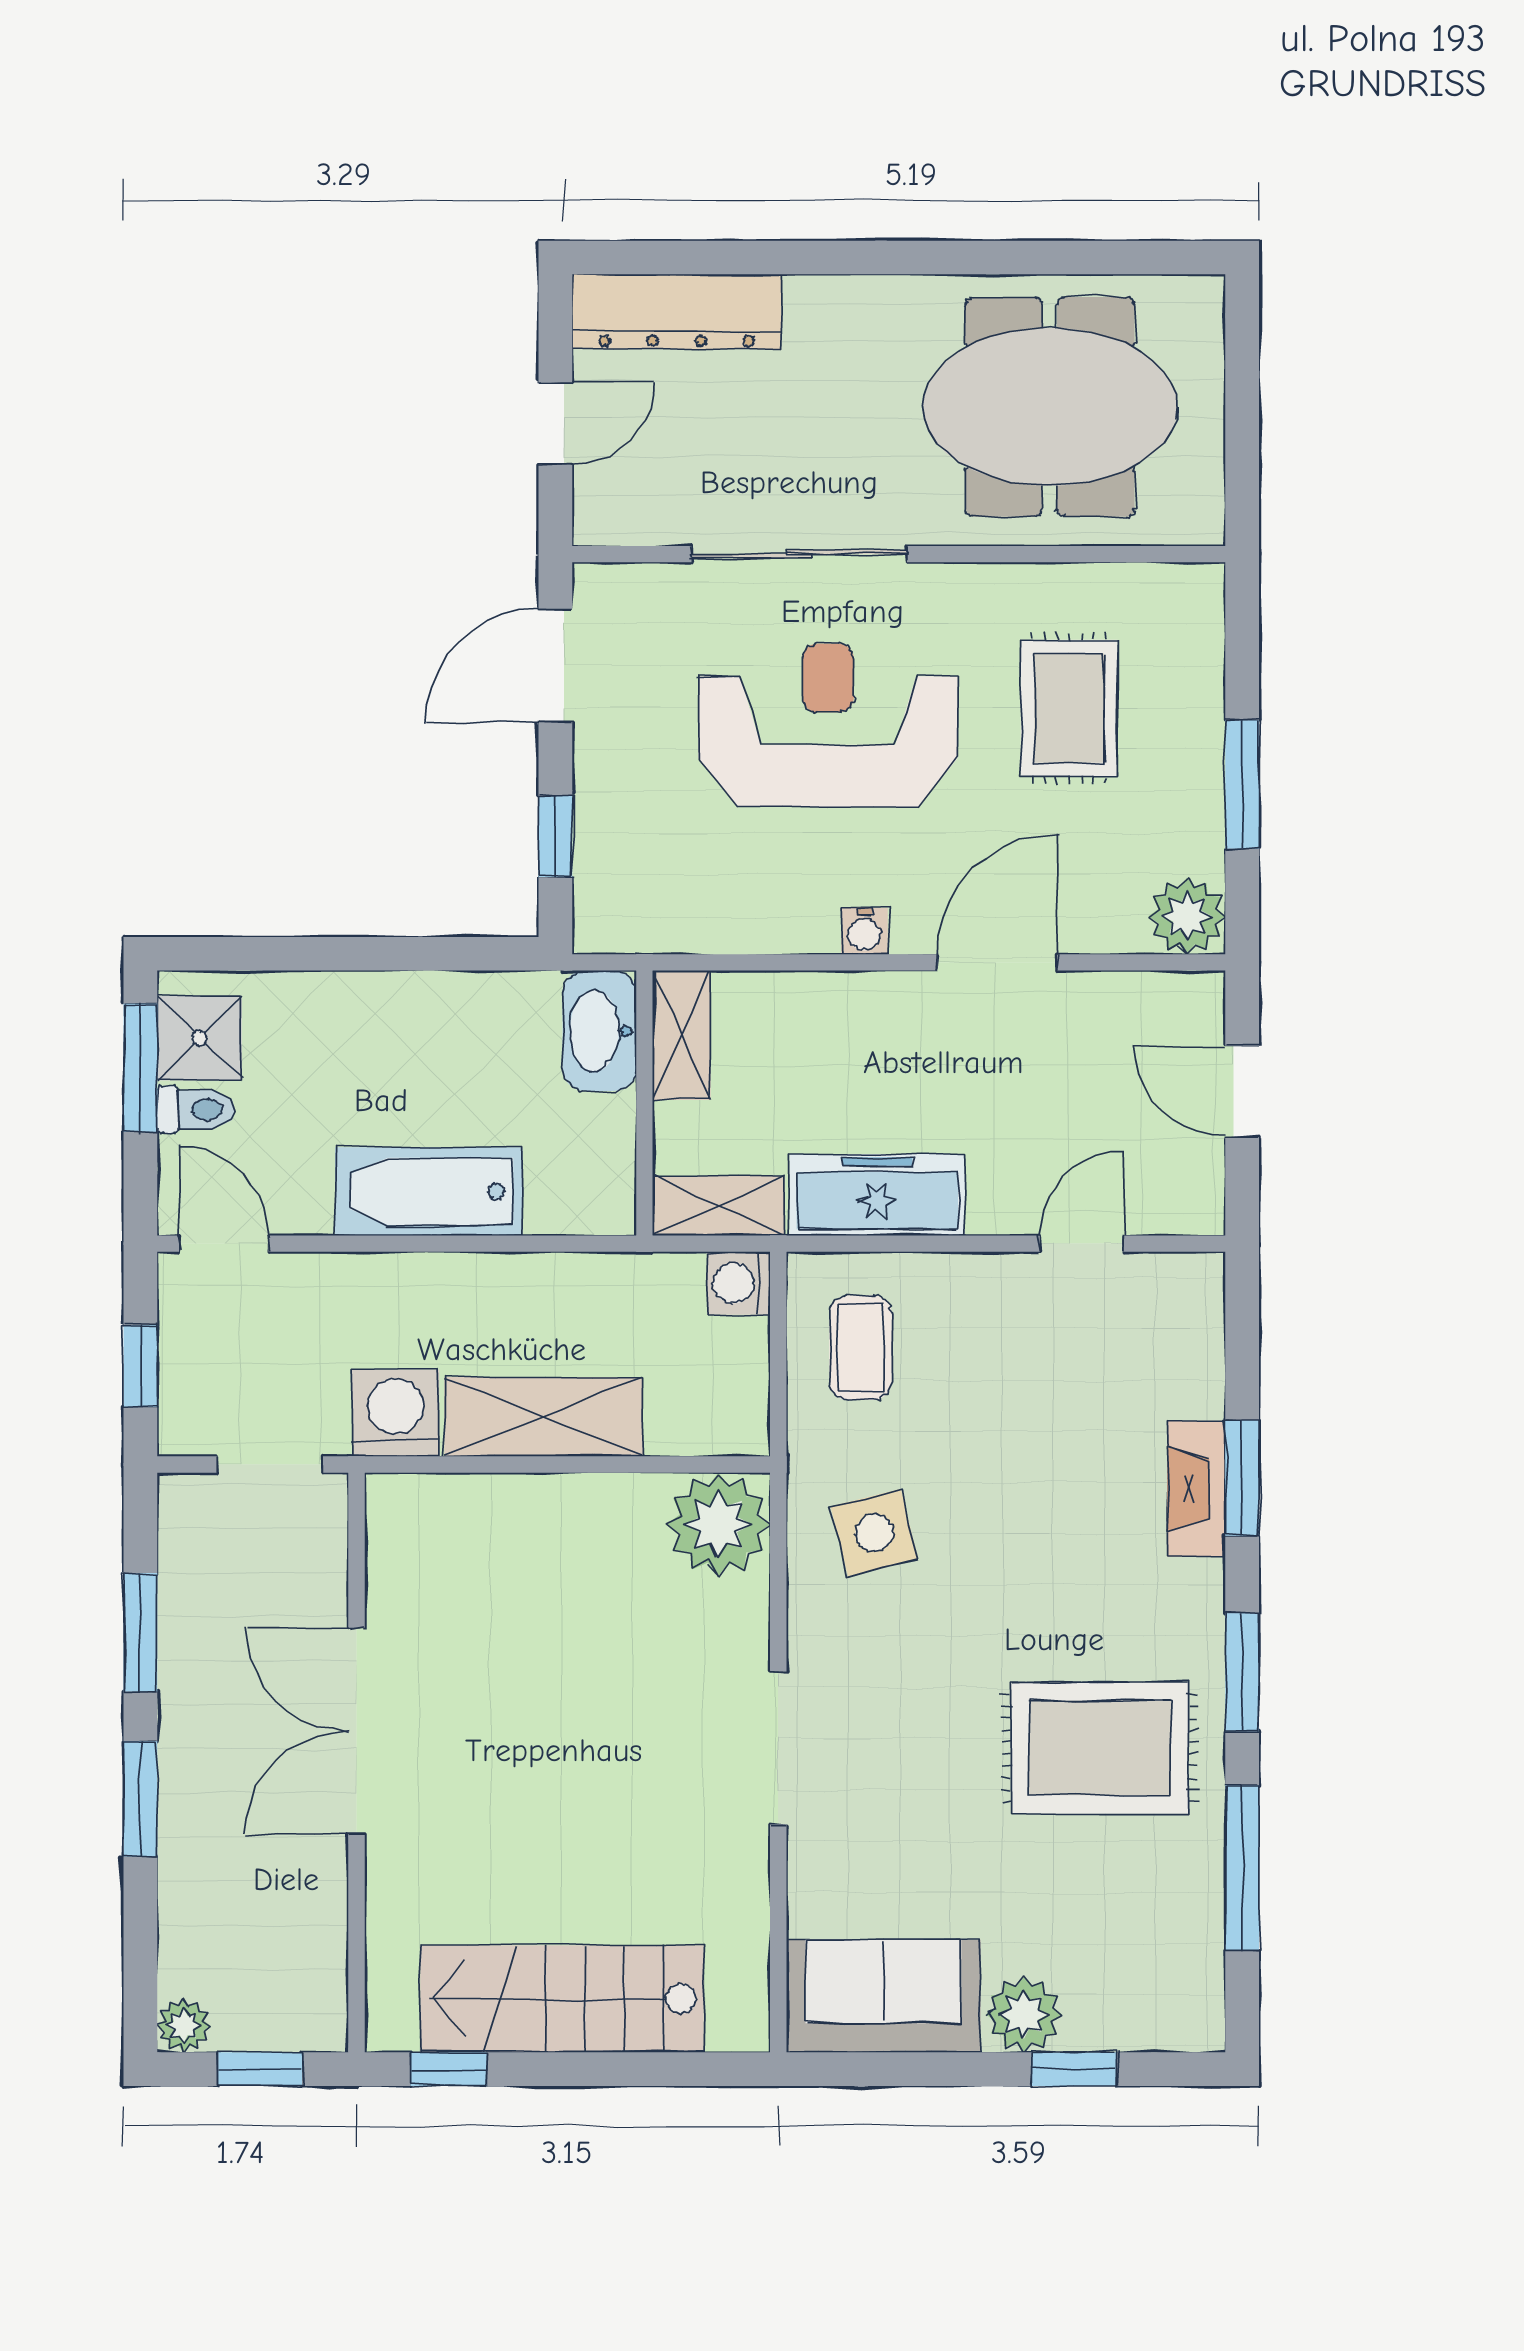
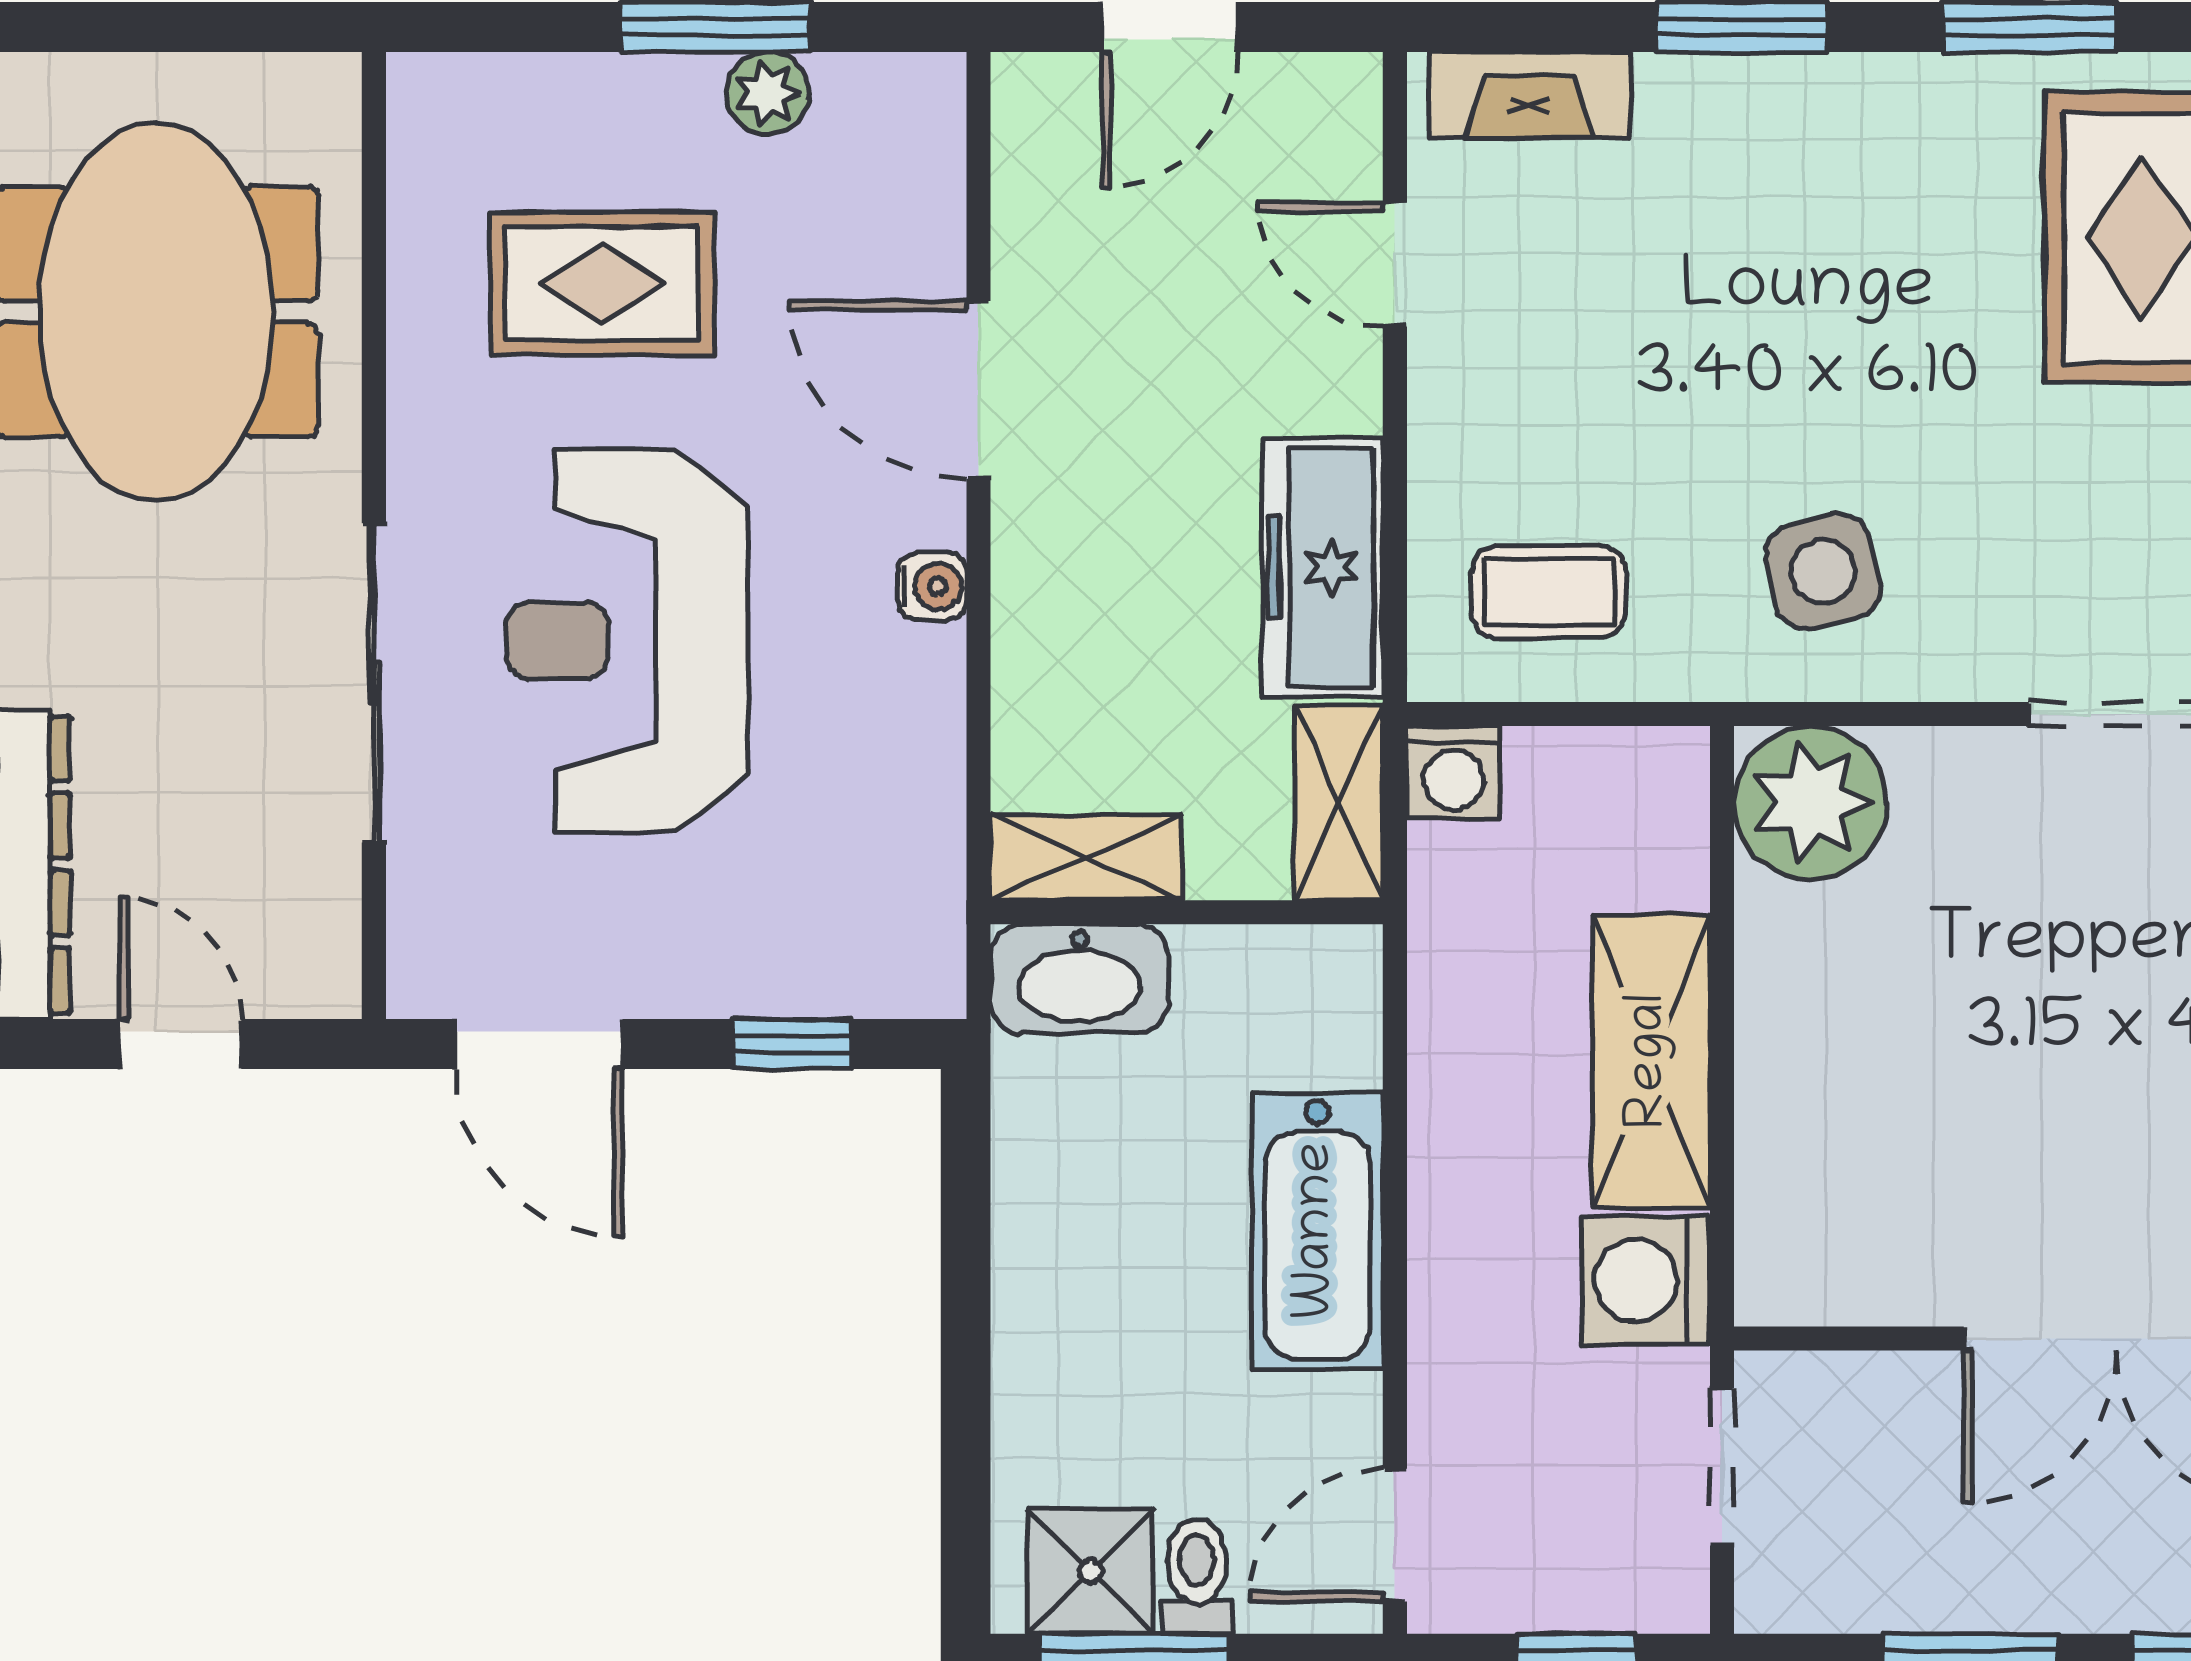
plant: (1187, 916) -> (768, 93), moved, width x0.73, depth x0.73
fireplace: (1196, 1489) -> (1529, 95), moved

